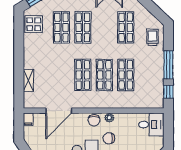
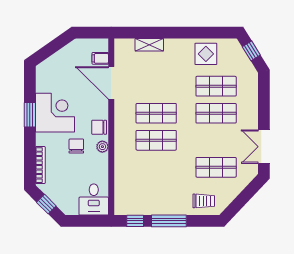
display table: (34, 24) -> (206, 54), moved
shop shelf: (126, 75) -> (156, 167), removed
filing cabinet: (28, 119) -> (100, 58), moved

